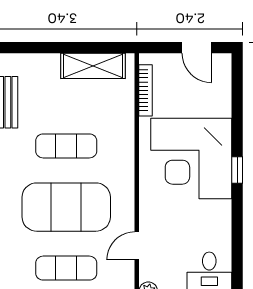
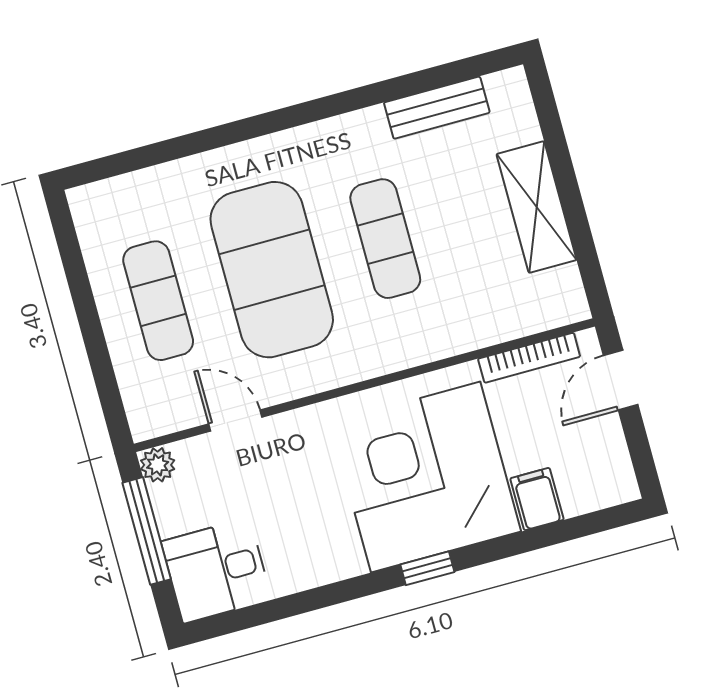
door: (197, 48) -> (621, 380), moved
shelving: (93, 66) -> (537, 207), moved
filing cabinet: (217, 106) -> (537, 499), added

